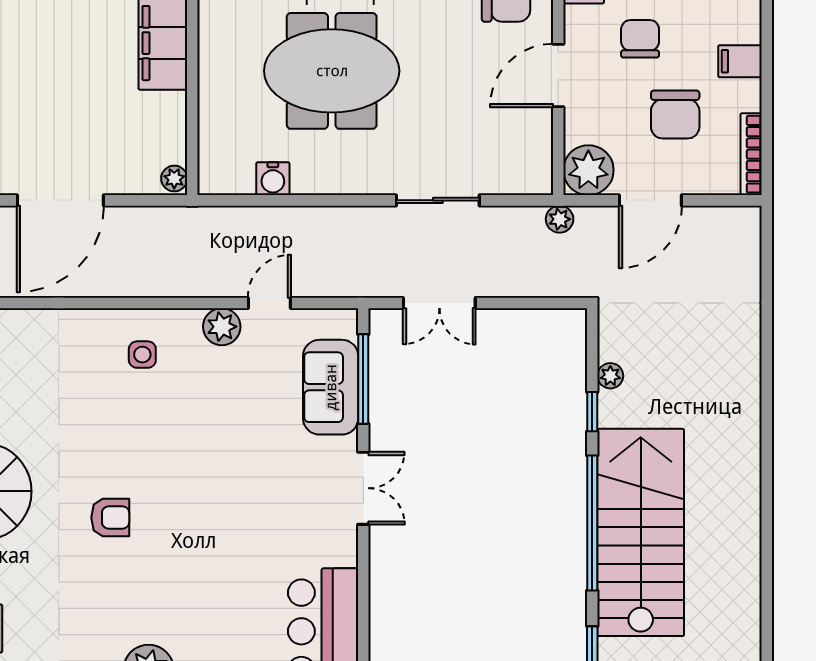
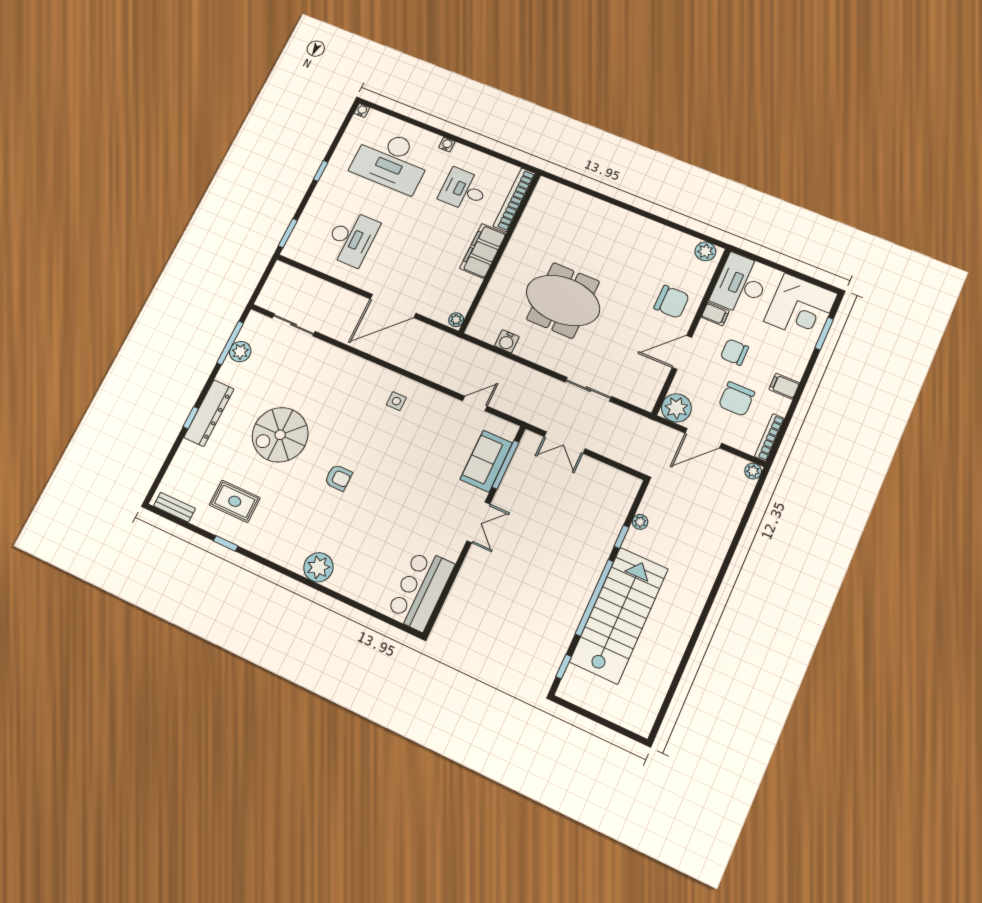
chair: (640, 39) -> (734, 352), turned -90
plant: (560, 219) -> (753, 471), moved
plant: (222, 327) -> (444, 405), removed

